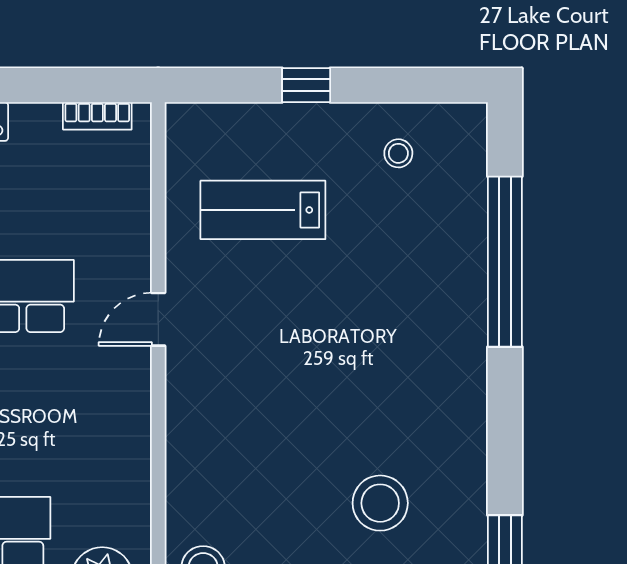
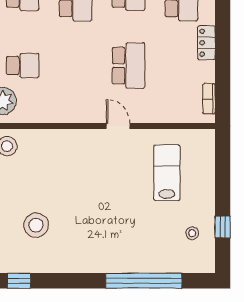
window: (306, 85) -> (223, 227), moved

